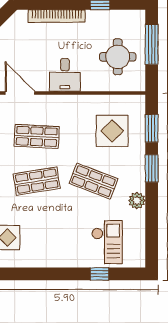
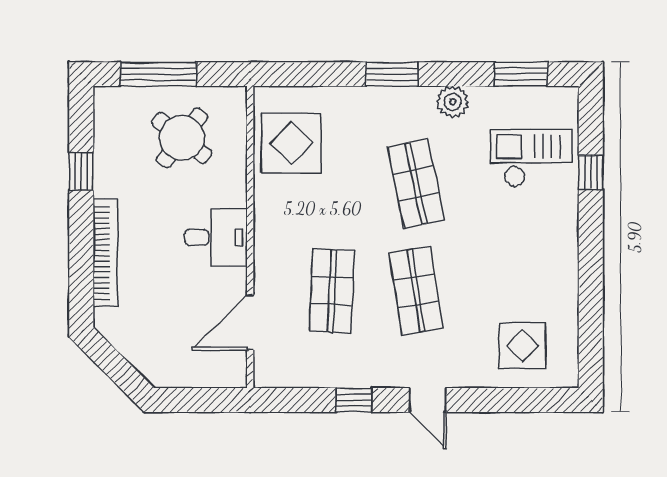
round table: (118, 57) -> (182, 138), turned 38
window: (152, 128) -> (521, 74), moved
display table: (112, 131) -> (291, 143), moved
shop shelf: (94, 181) -> (416, 184), turned -33

